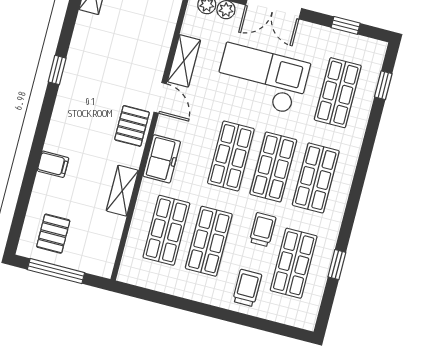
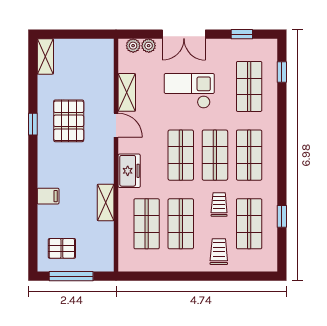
checkout: (262, 79) -> (189, 91), width x0.73, depth x0.83
pallet: (132, 126) -> (69, 121), moved, width x1.50, depth x1.42
pallet: (53, 234) -> (62, 248), turned 90

